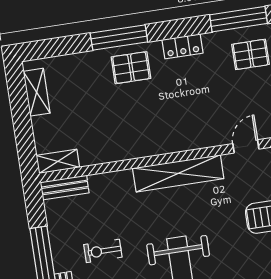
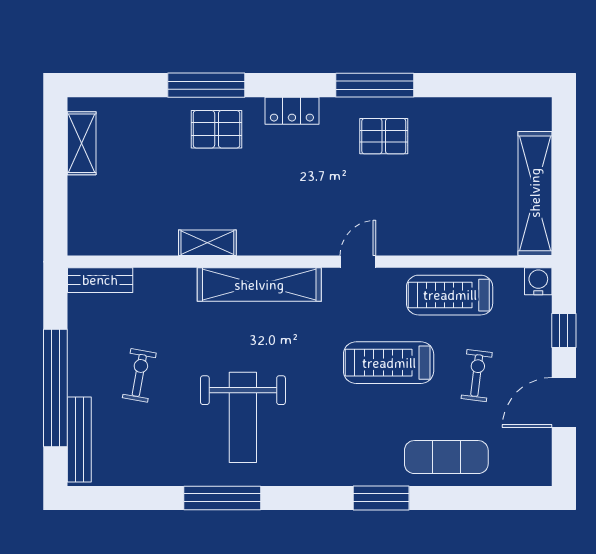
shelving: (58, 161) -> (207, 243), moved
exercise bike: (103, 251) -> (139, 375), turned 100

